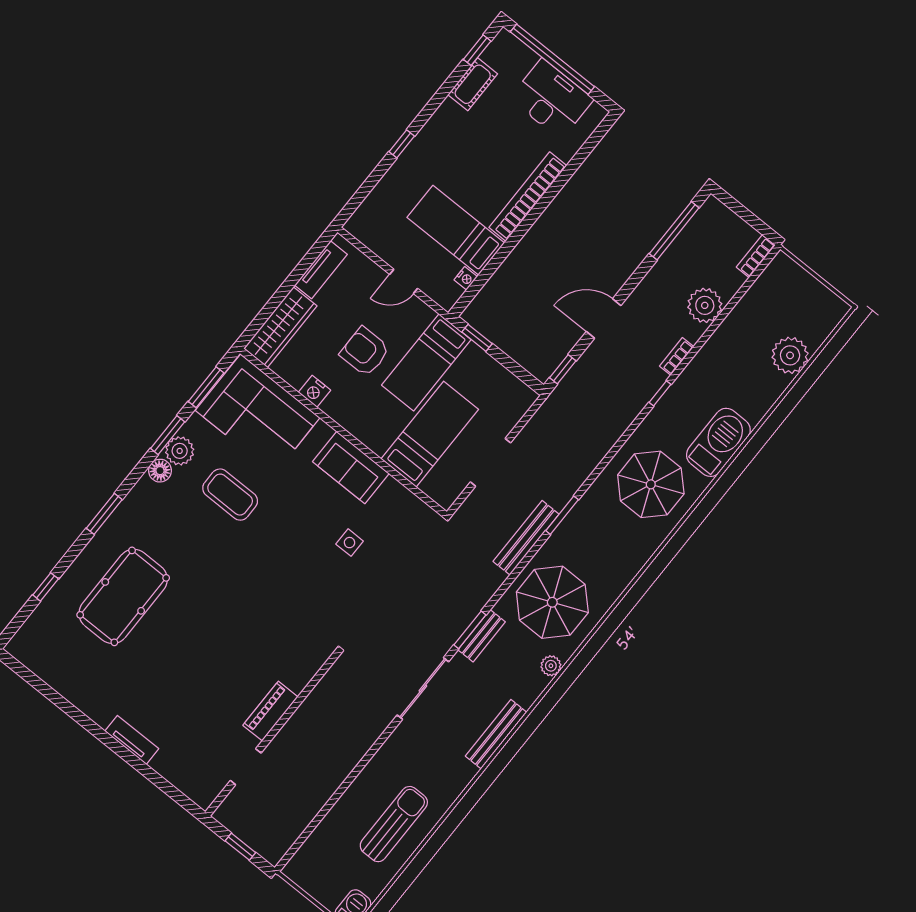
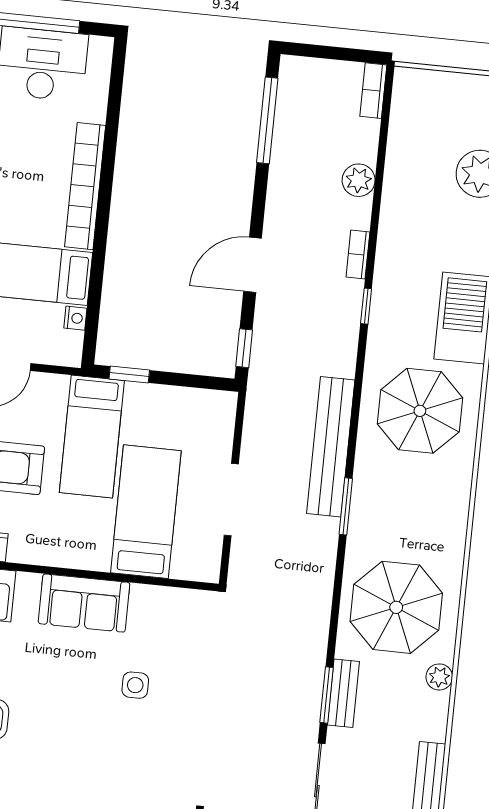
plant: (705, 305) -> (359, 180), width x0.73, depth x0.73
bench: (526, 538) -> (331, 447), moved, width x1.37, depth x1.21

